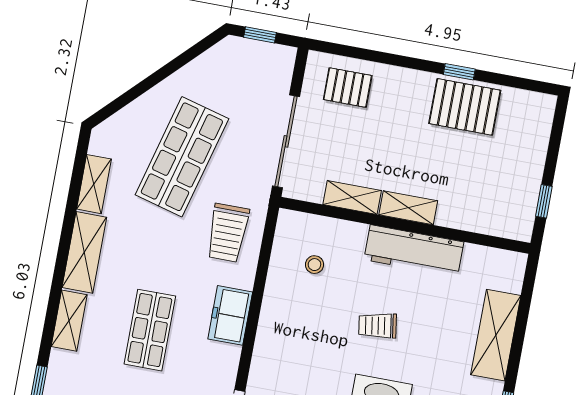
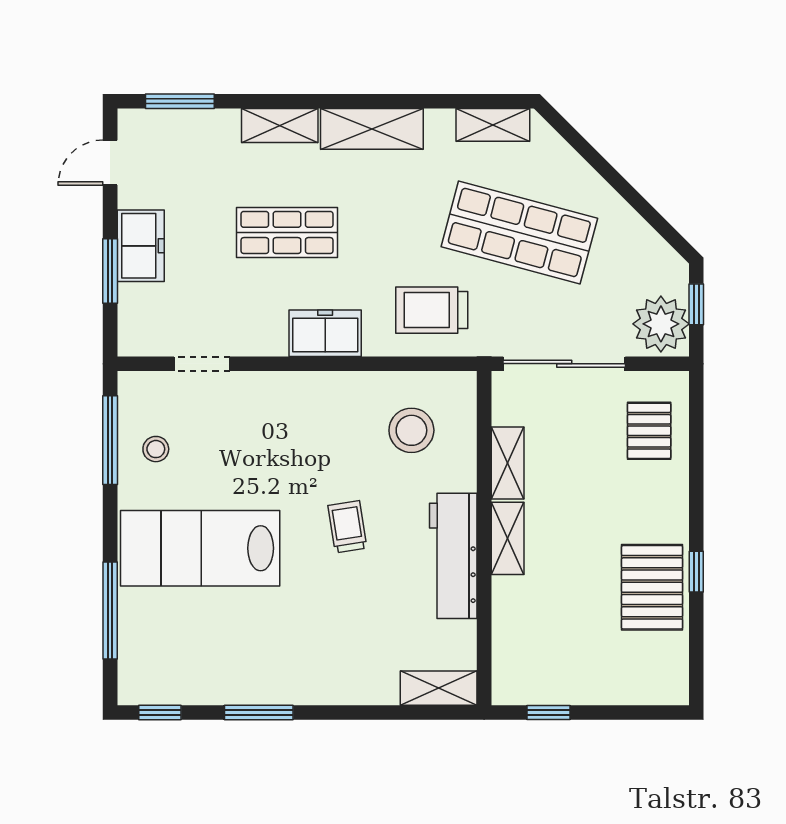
plant: (270, 64) -> (661, 324), added
shelving: (94, 184) -> (493, 125), moved
stool: (314, 265) -> (411, 430), width x1.89, depth x1.89
shelving: (496, 335) -> (439, 688), moved, width x0.67, depth x0.75

